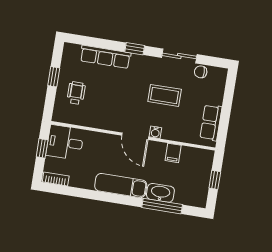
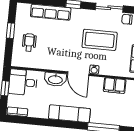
coffee table: (165, 95) -> (100, 40), width x1.36, depth x1.32
filing cabinet: (173, 153) -> (115, 86), width x2.00
washbasin: (160, 193) -> (55, 79), moved, turned 180

